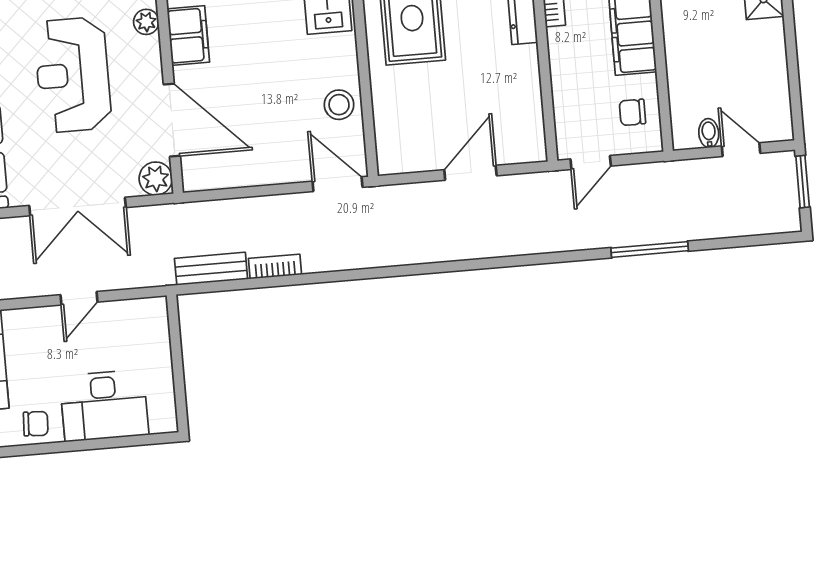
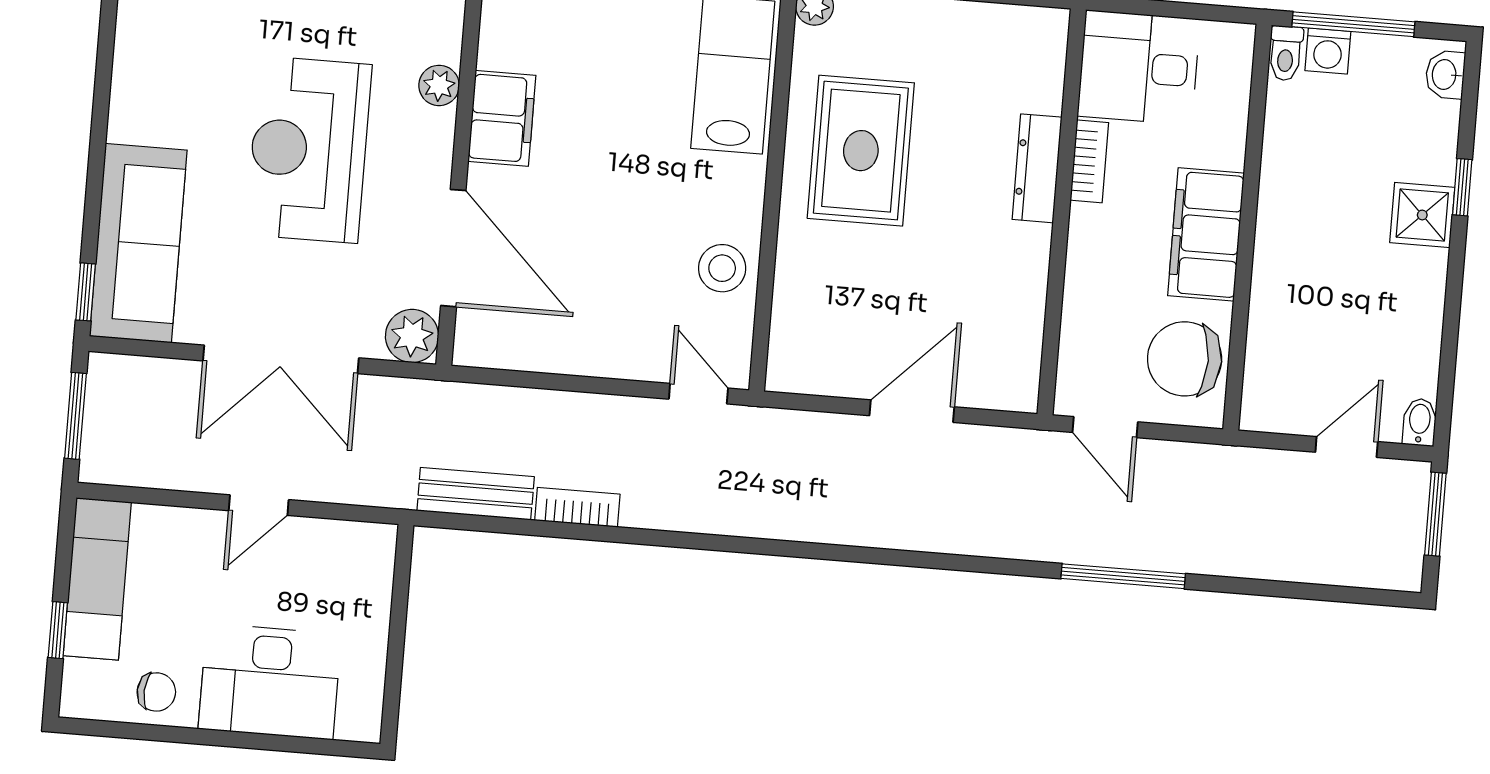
chair: (632, 112) -> (1185, 359), width x1.87, depth x1.87
bidet: (709, 133) -> (1420, 422), moved
door: (741, 150) -> (1347, 447), hinge flipped
door: (591, 162) -> (1105, 427), hinge flipped
door: (338, 184) -> (698, 394), width x0.73
window: (650, 249) -> (1123, 576), moved

